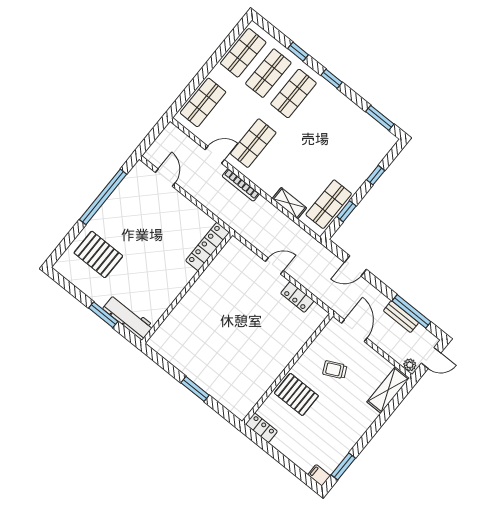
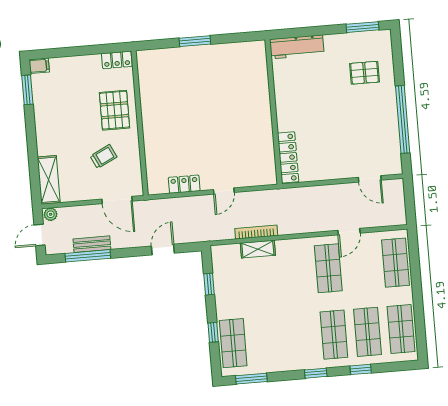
bookcase: (241, 185) -> (256, 232), moved
shop shelf: (329, 204) -> (233, 343), moved
pallet: (98, 254) -> (365, 73), width x0.67, depth x0.71
window: (103, 315) -> (363, 27), moved
pallet: (296, 394) -> (114, 110), turned 90

